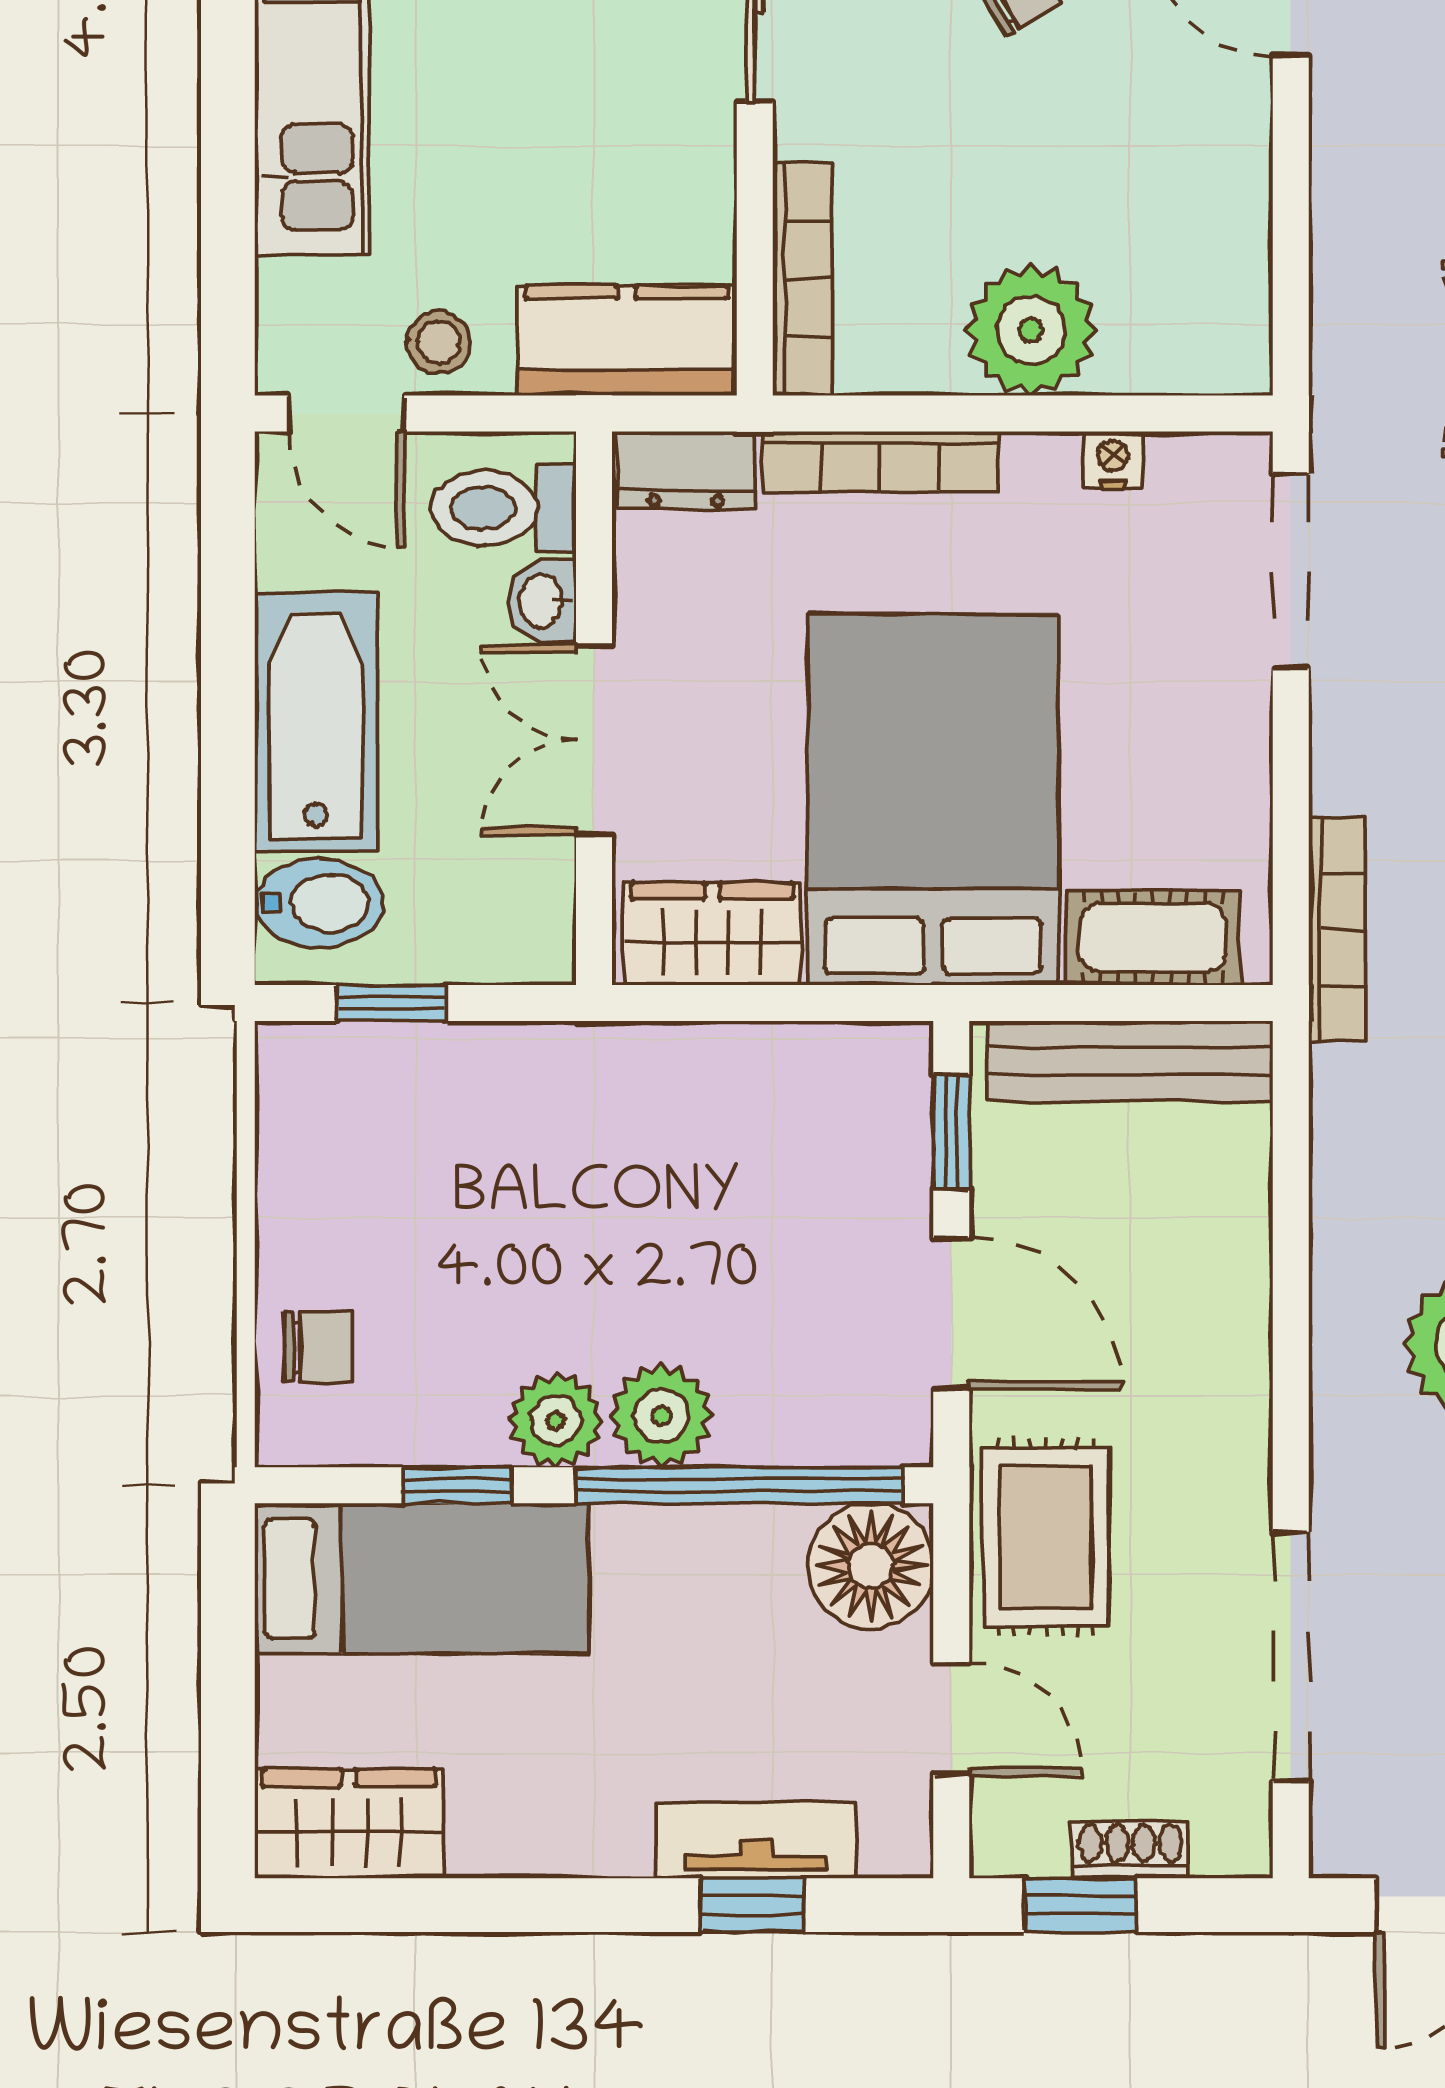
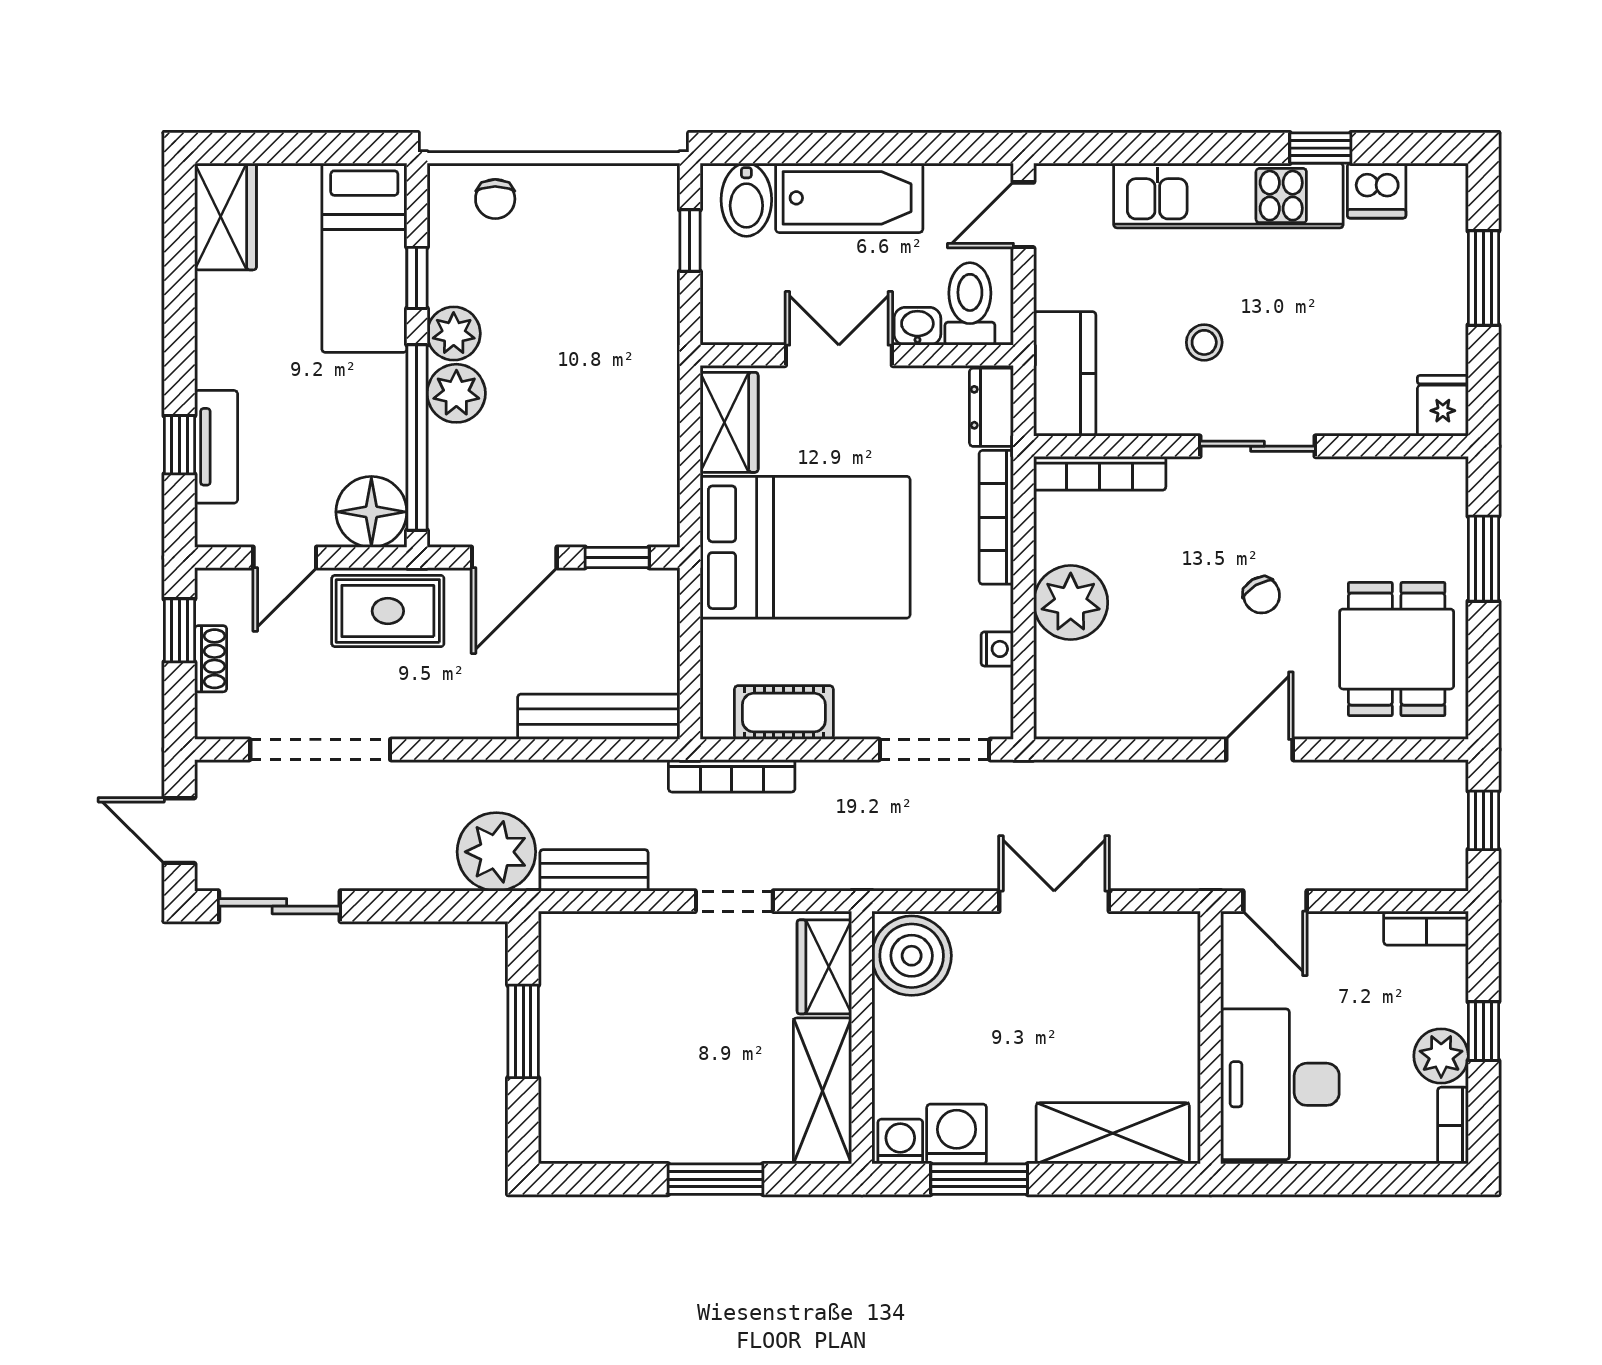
stool: (439, 342) -> (1204, 342), moved
cot: (1153, 938) -> (784, 713), moved, turned 90
bench: (1130, 1061) -> (599, 717), moved, turned 90

